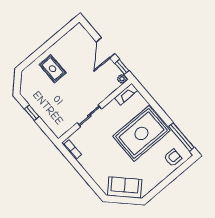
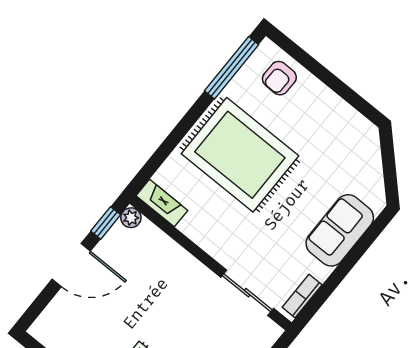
sliding door: (89, 116) -> (247, 293), moved
armchair: (173, 158) -> (279, 78), turned -89
sofa: (125, 188) -> (340, 230), moved, turned 45

